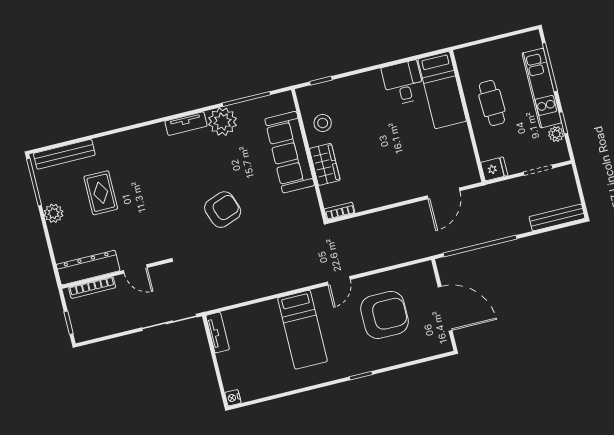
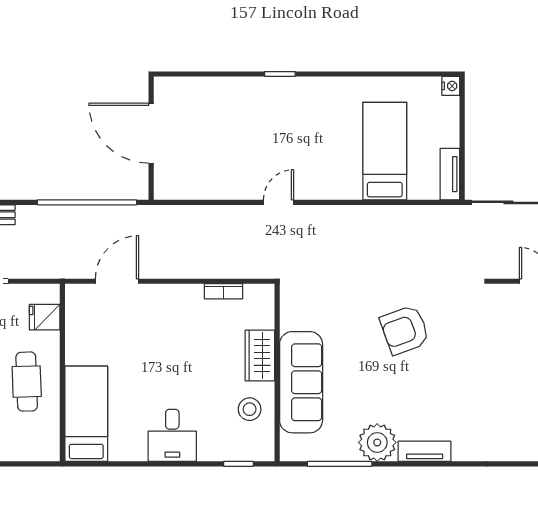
desk: (403, 83) -> (172, 435), moved
fridge: (494, 169) -> (45, 317), moved
bookcase: (340, 211) -> (223, 291), moved
armchair: (384, 315) -> (231, 144), removed
bed: (302, 330) -> (385, 151), moved

